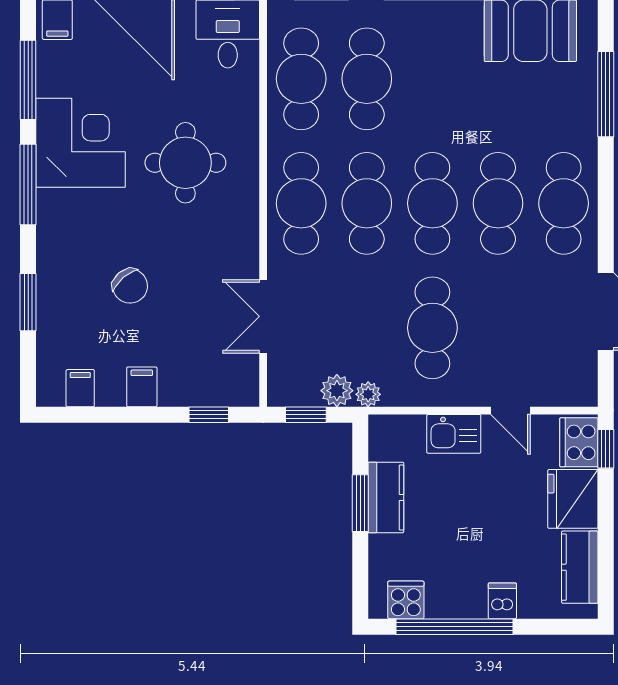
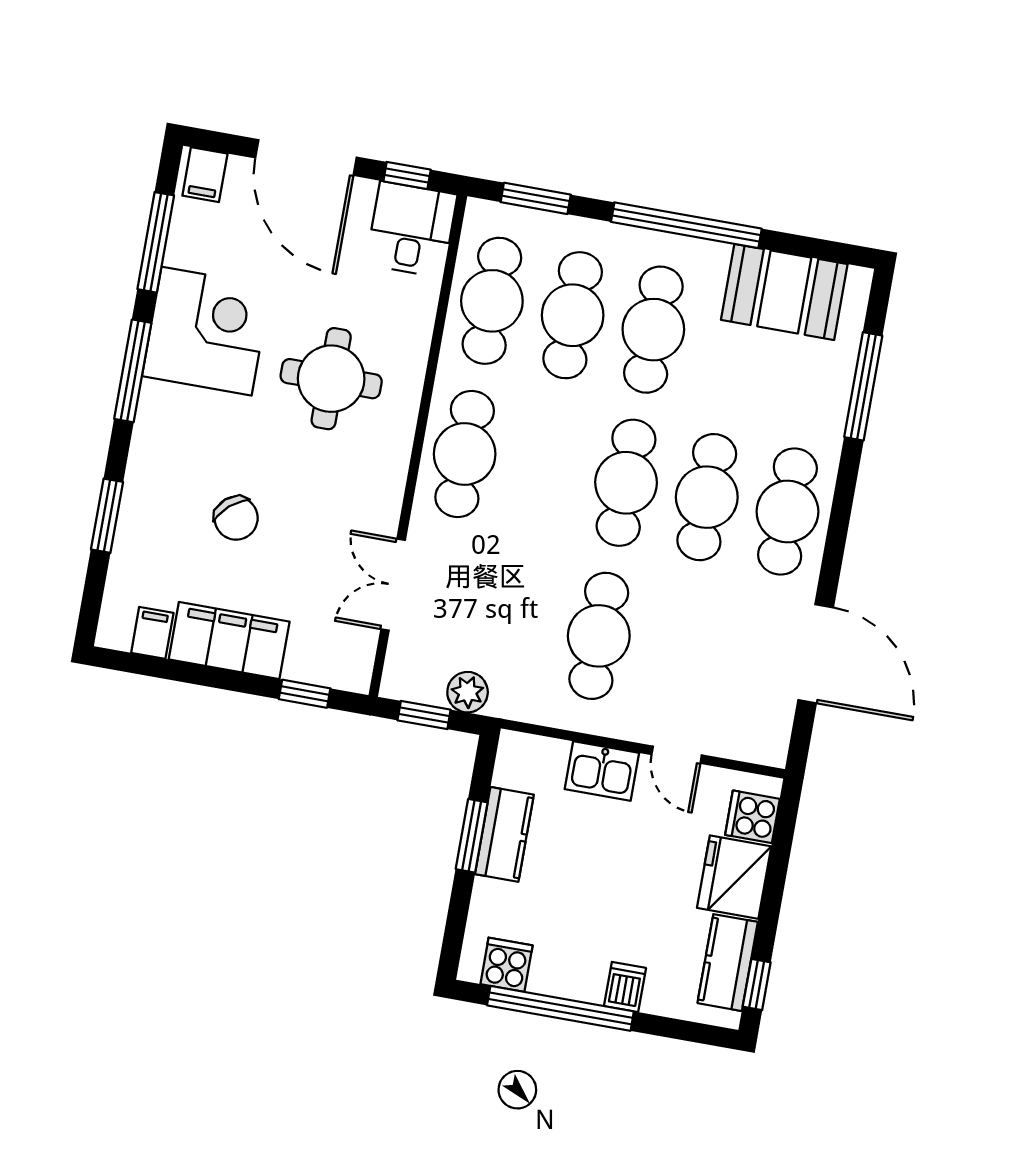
cafe table: (367, 203) -> (653, 330), moved
filing cabinet: (142, 387) -> (229, 641), width x3.00, depth x1.17
plant: (368, 394) -> (505, 703), removed
cooker: (579, 442) -> (752, 817), width x0.73
window: (606, 449) -> (757, 984), moved

